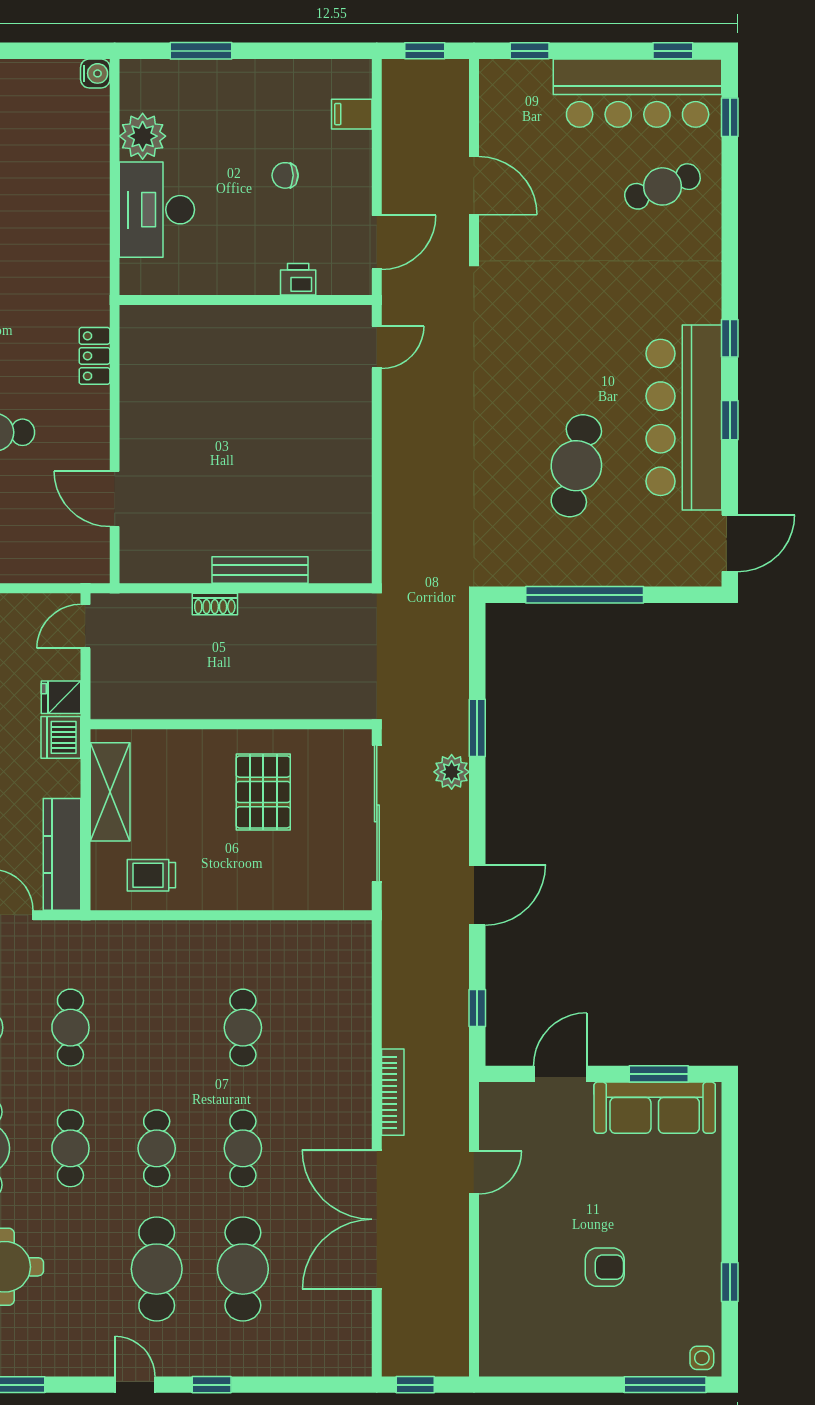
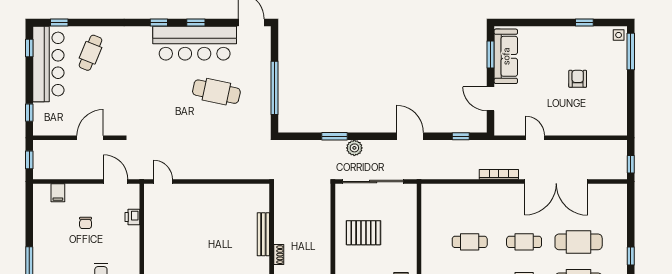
cafe table: (662, 186) -> (90, 53), turned 43

